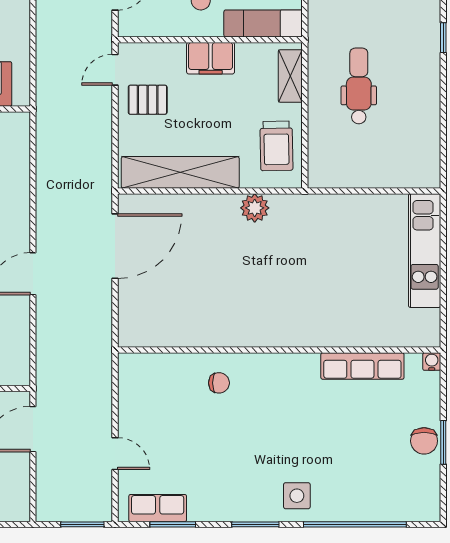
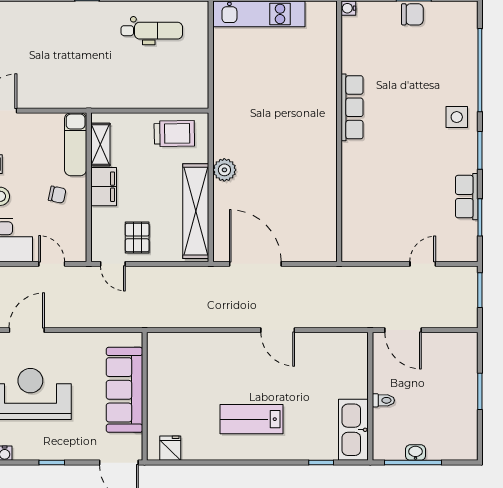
shelving: (290, 76) -> (100, 144), moved, turned 90
dental chair: (359, 86) -> (152, 31), moved, turned 180
plant: (255, 208) -> (224, 170), moved
row of seats: (362, 366) -> (352, 107), moved
chair: (219, 383) -> (366, 180), removed
row of seats: (158, 508) -> (467, 197), moved

